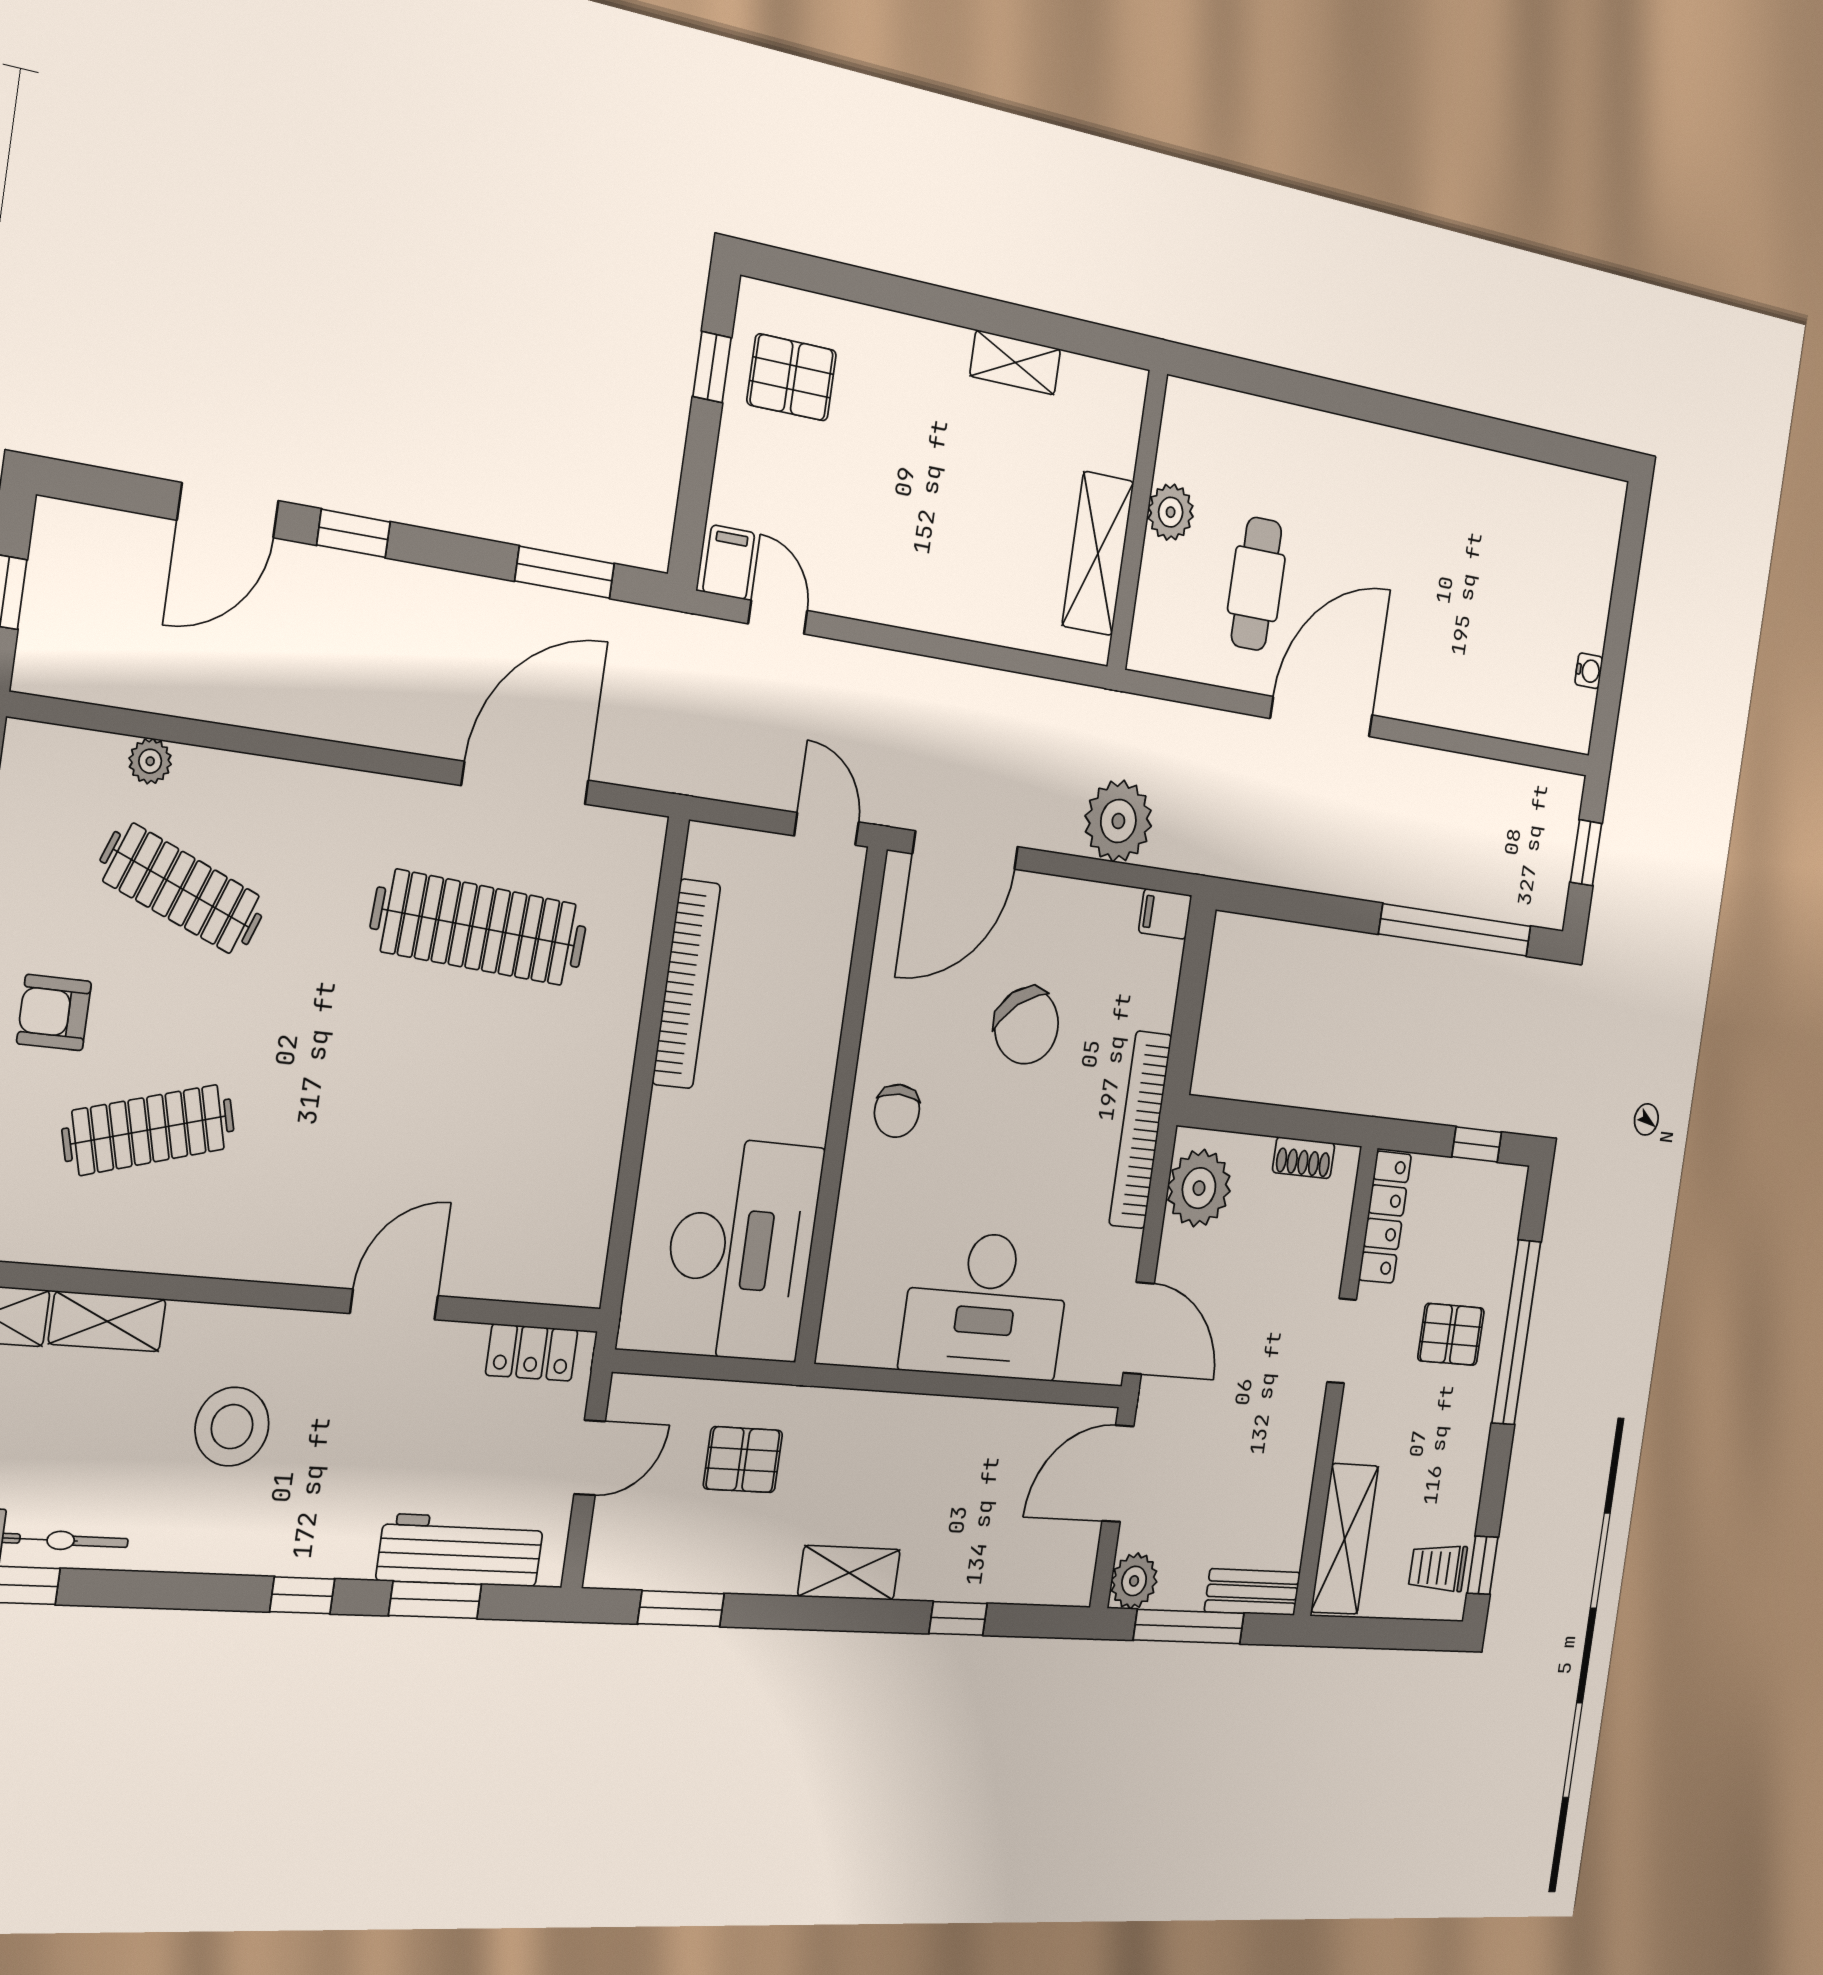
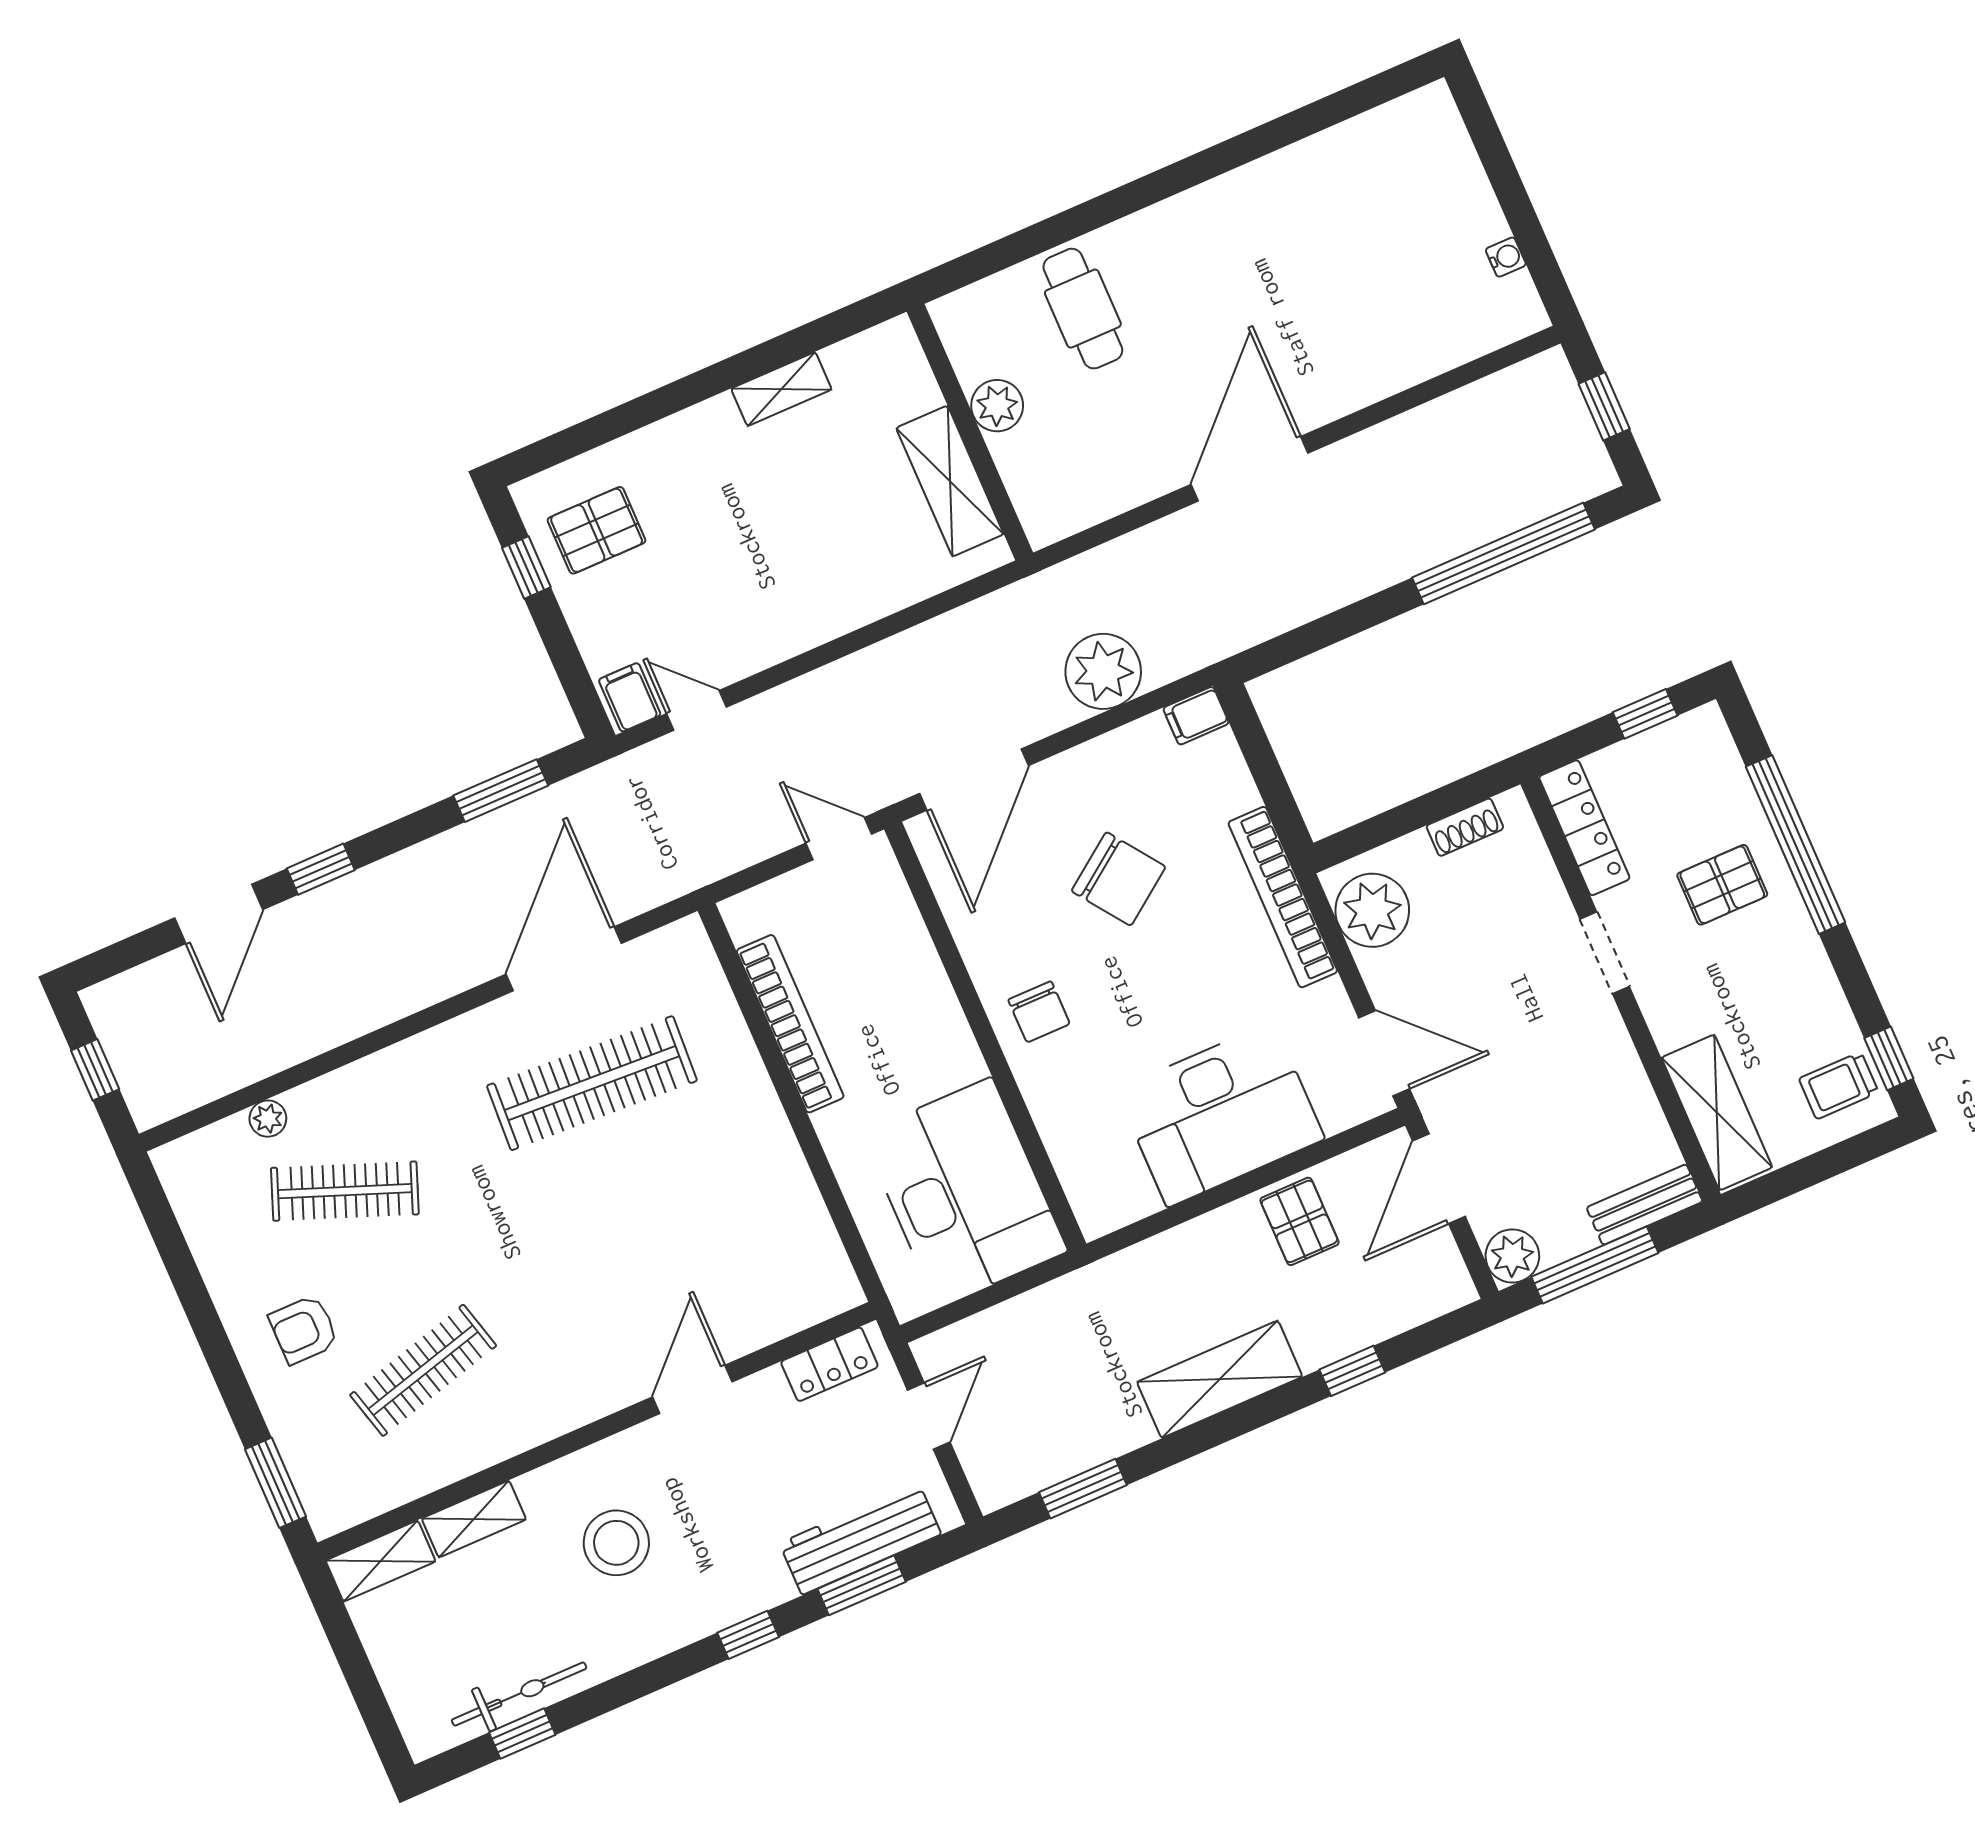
cafe table: (1256, 584) -> (1083, 309), moved
pallet: (743, 1460) -> (1299, 1221), moved, turned 90
shelving: (849, 1573) -> (1220, 1379), width x1.50, depth x1.33

